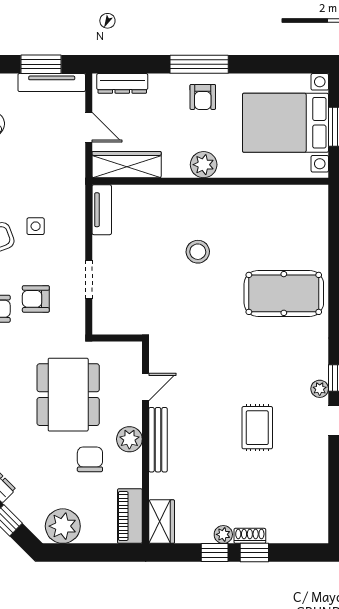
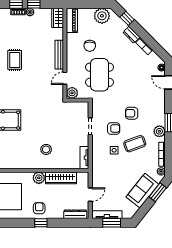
window: (199, 64) -> (41, 223), width x0.46
door: (89, 127) -> (90, 195), swing flipped
wardrobe: (127, 165) -> (61, 178), moved
stool: (198, 252) -> (46, 149), moved
armchair: (36, 299) -> (114, 129), moved
plant: (129, 439) -> (72, 93), moved

